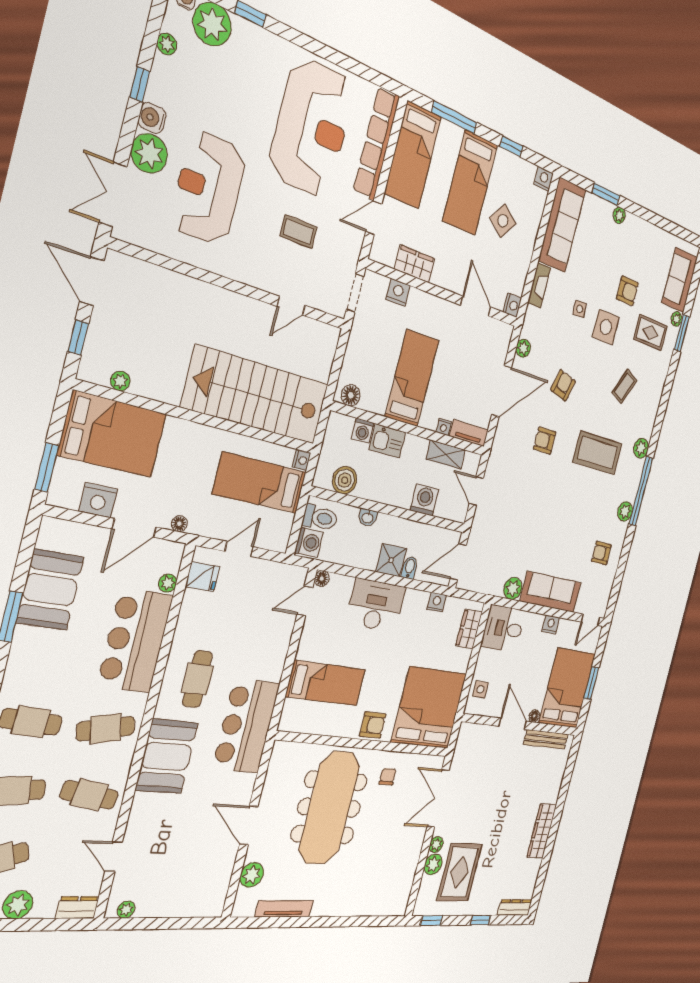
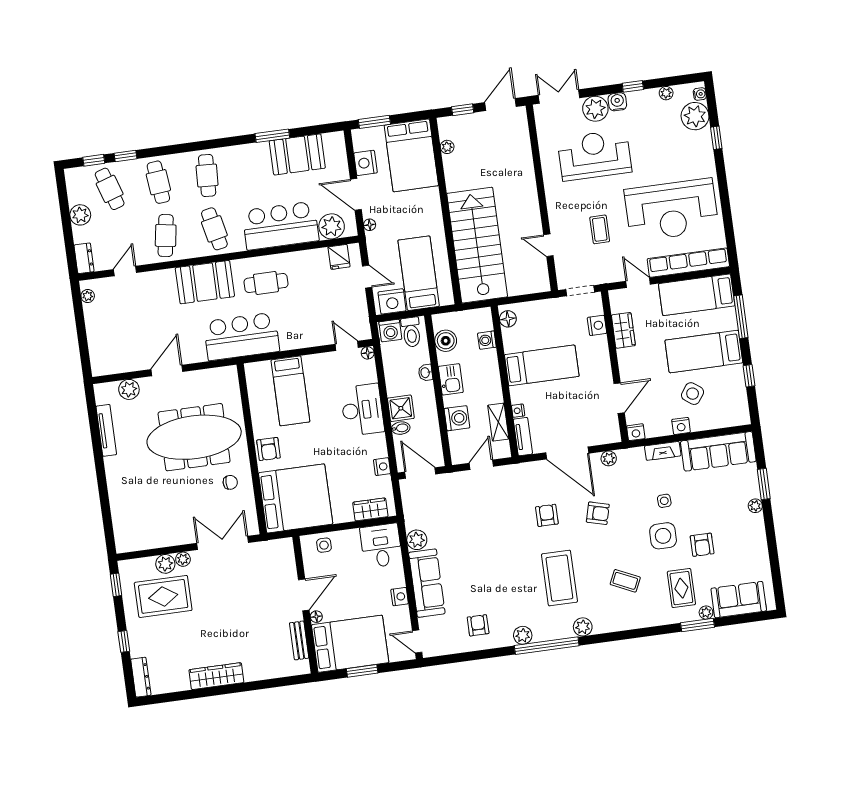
nightstand: (544, 179) -> (681, 426), moved, turned 90
kitchen sink: (387, 441) -> (451, 379), moved, turned 180
nightstand: (302, 460) -> (392, 301), moved, width x1.89, depth x1.79
plant: (168, 583) -> (332, 226), width x1.88, depth x1.88
bench: (546, 739) -> (299, 640), width x0.73

